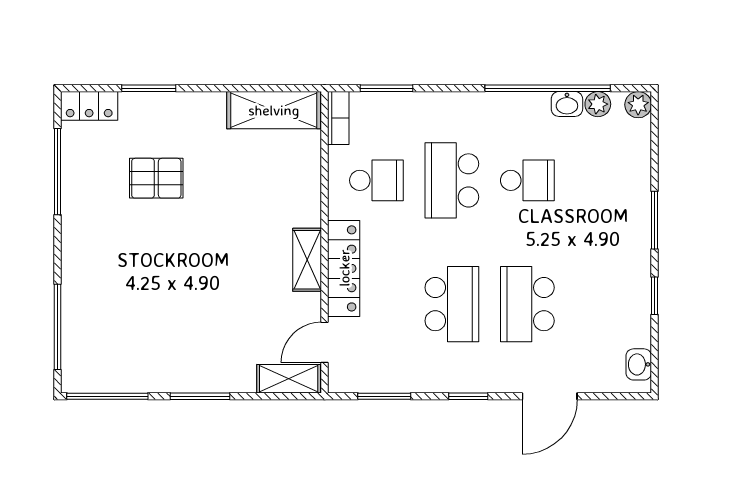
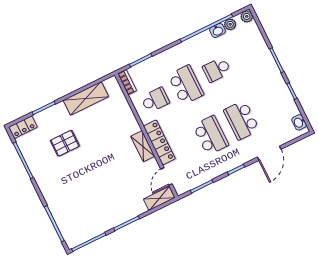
shelving: (274, 110) -> (86, 98), moved
school desk: (452, 180) -> (186, 85), turned 180
school desk: (527, 180) -> (217, 70), turned 180

